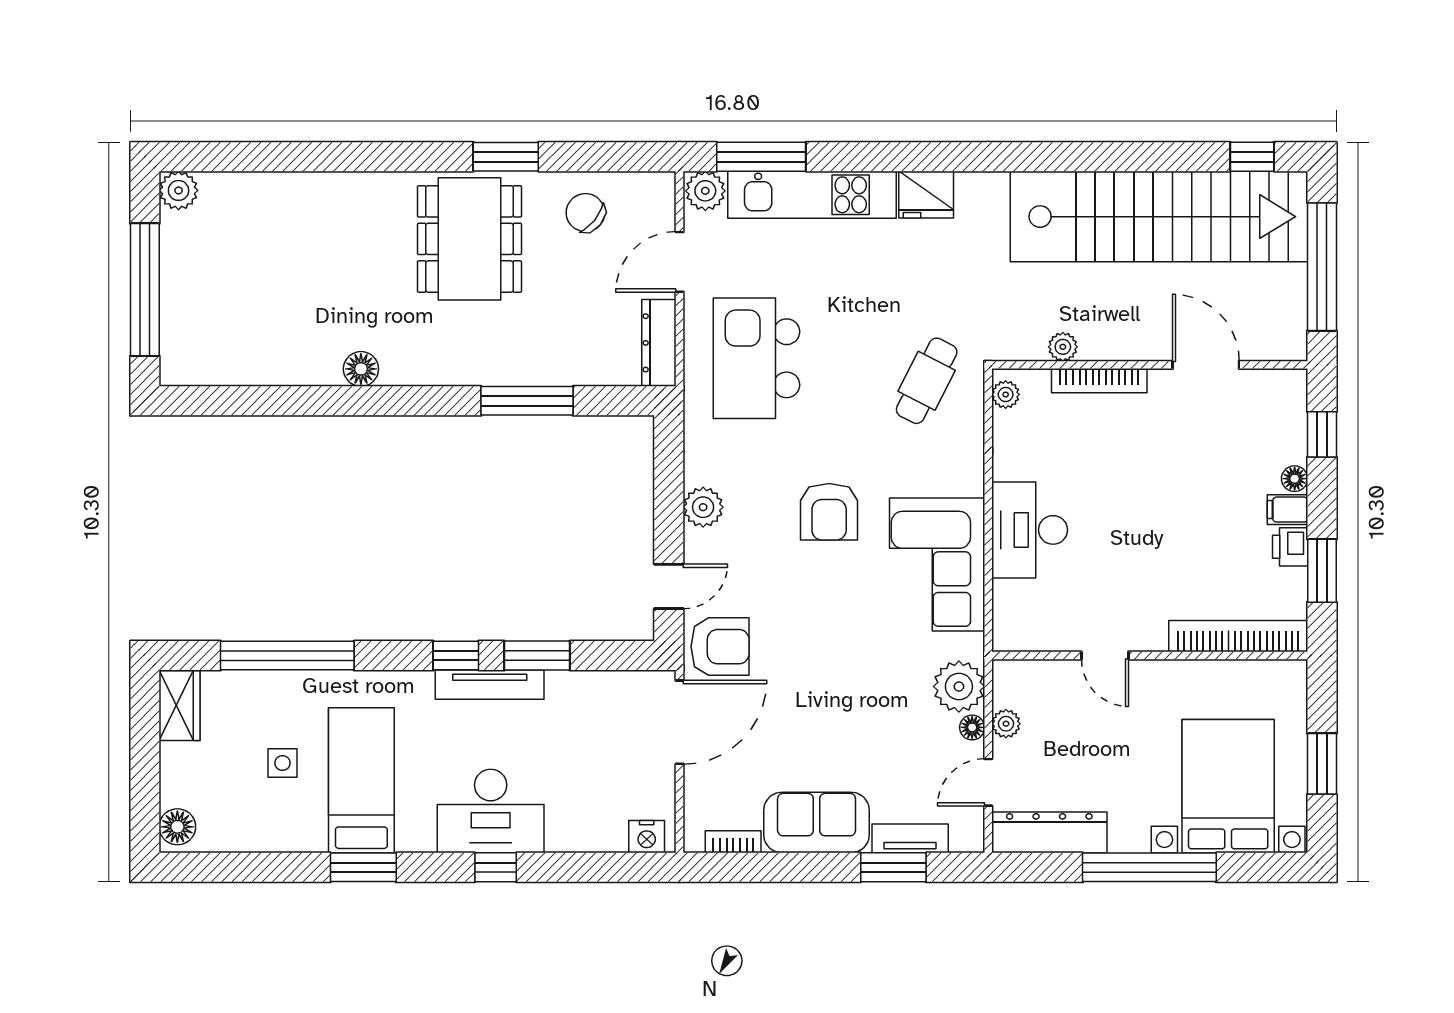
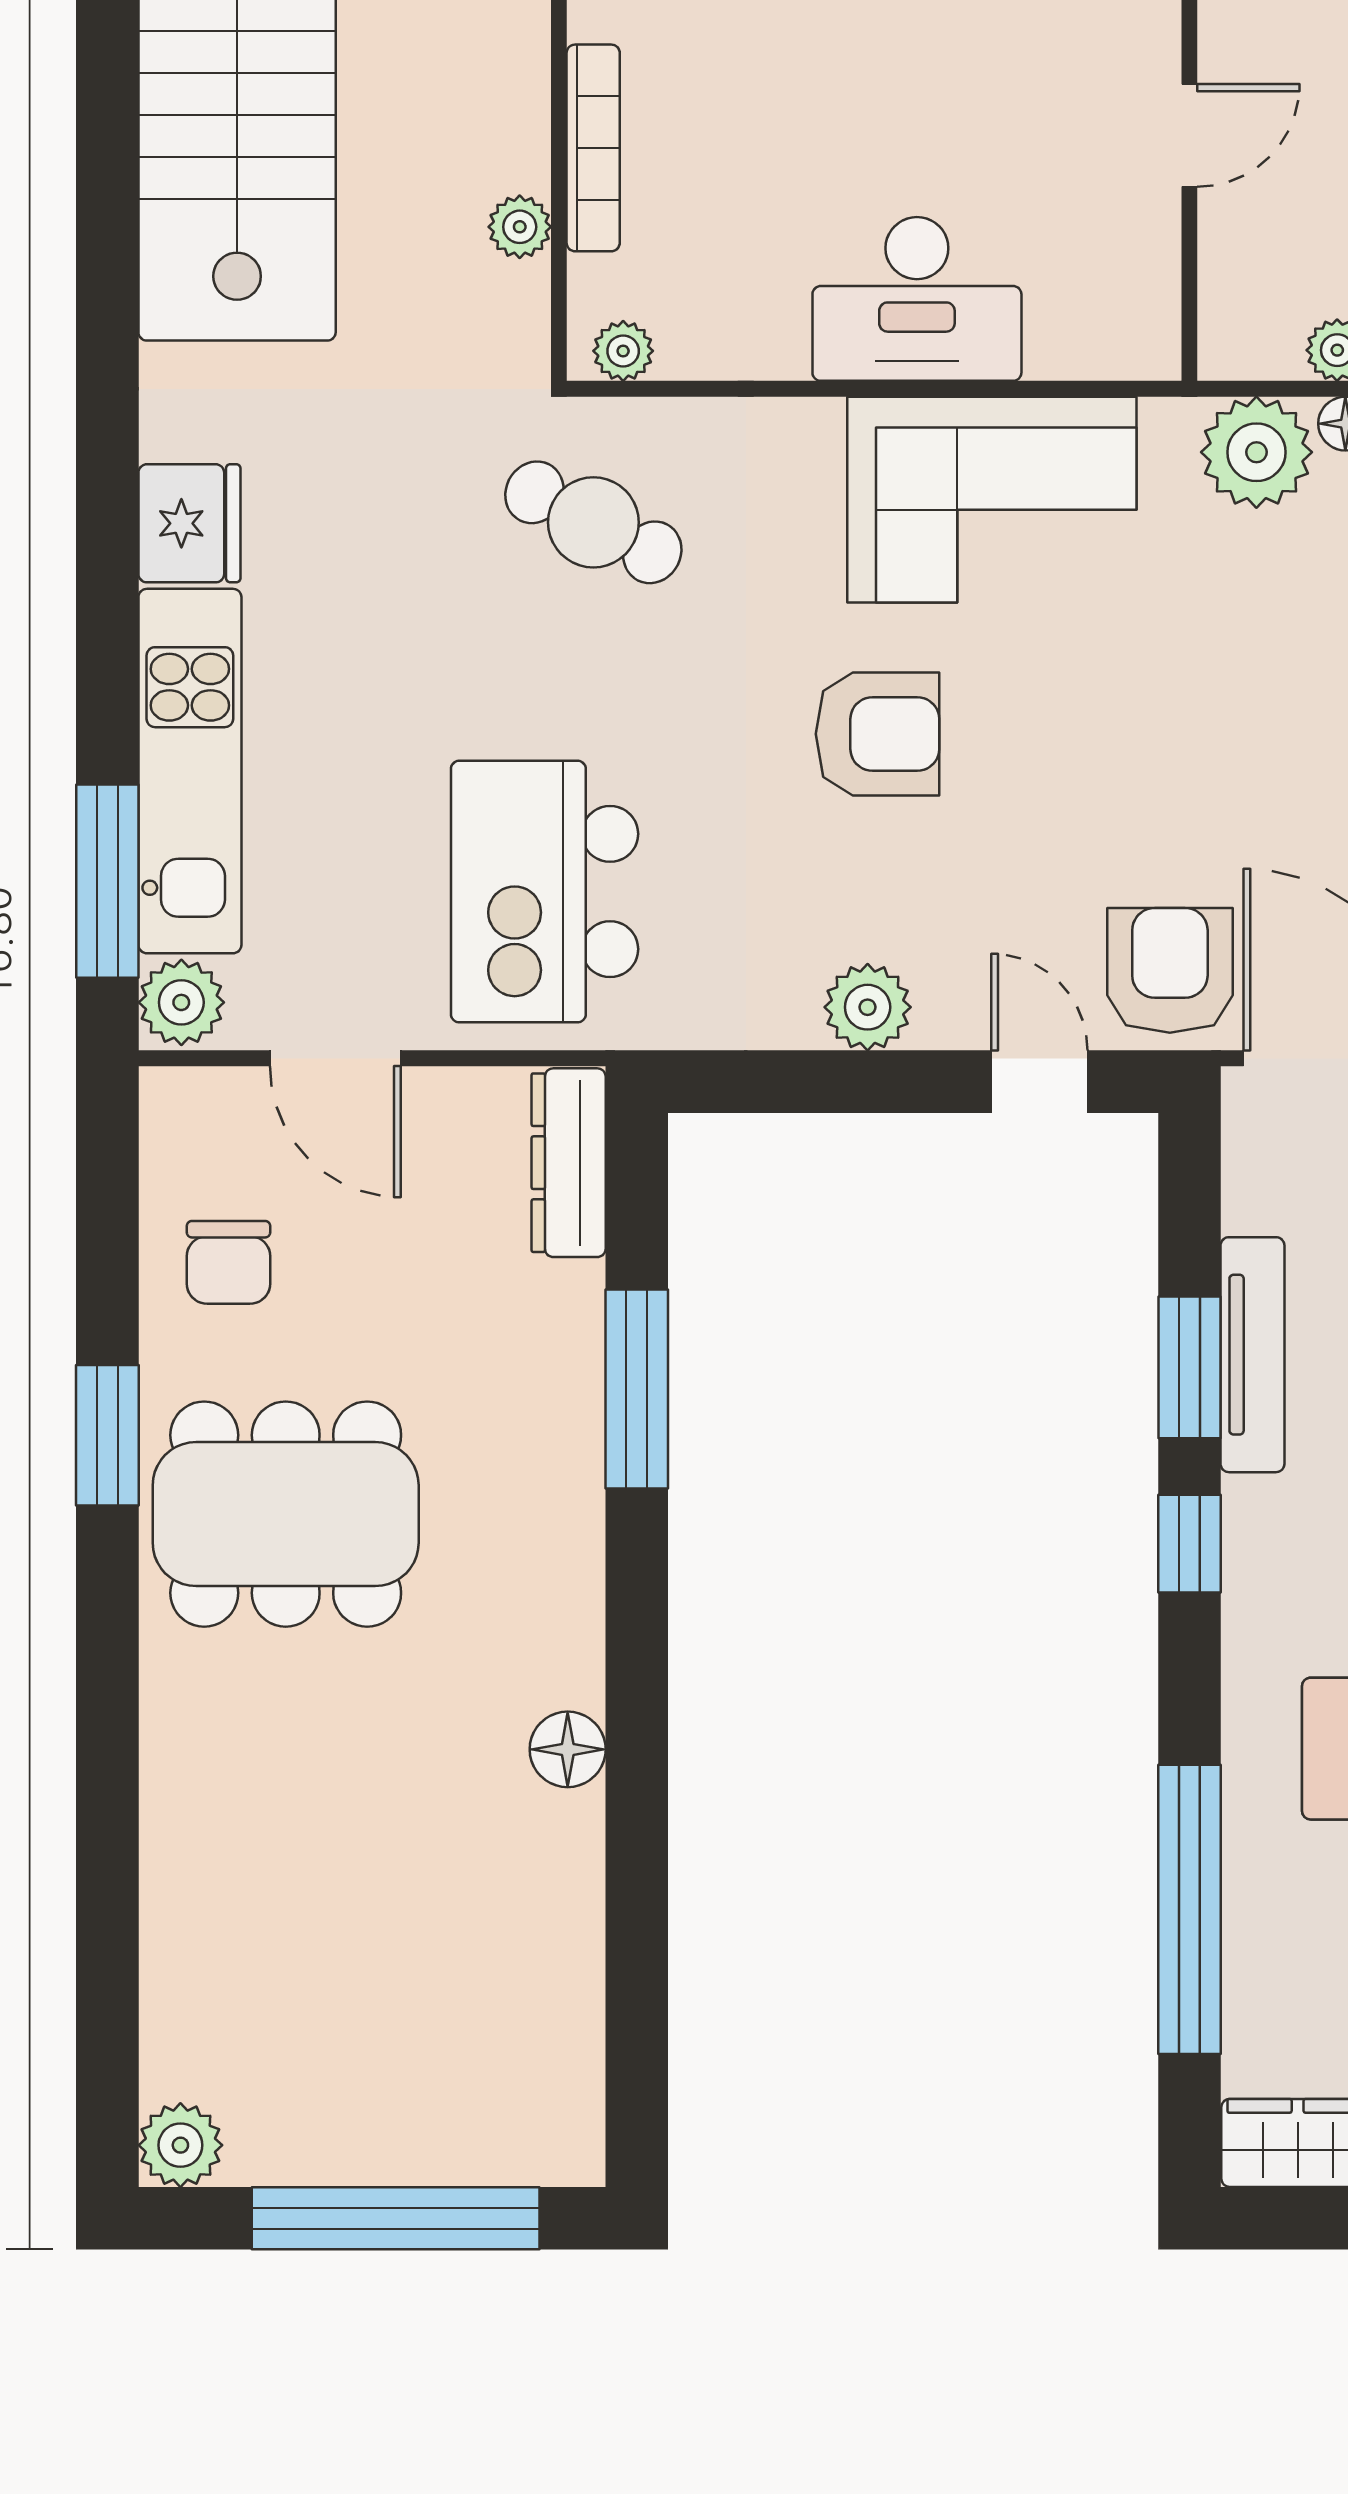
chair: (585, 213) -> (229, 1262), turned -39
dresser: (659, 343) -> (569, 1163), moved, turned 90
kitchen island: (756, 358) -> (545, 892), turned 90
tv unit: (490, 685) -> (1252, 1355), moved

